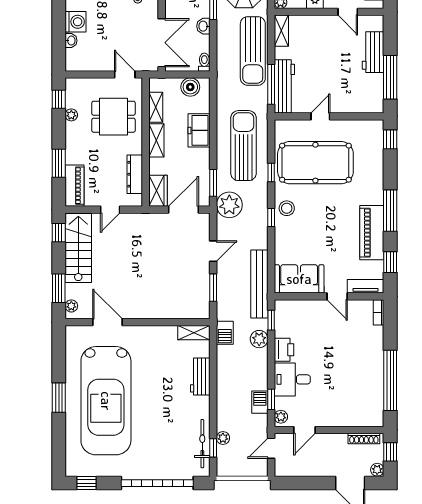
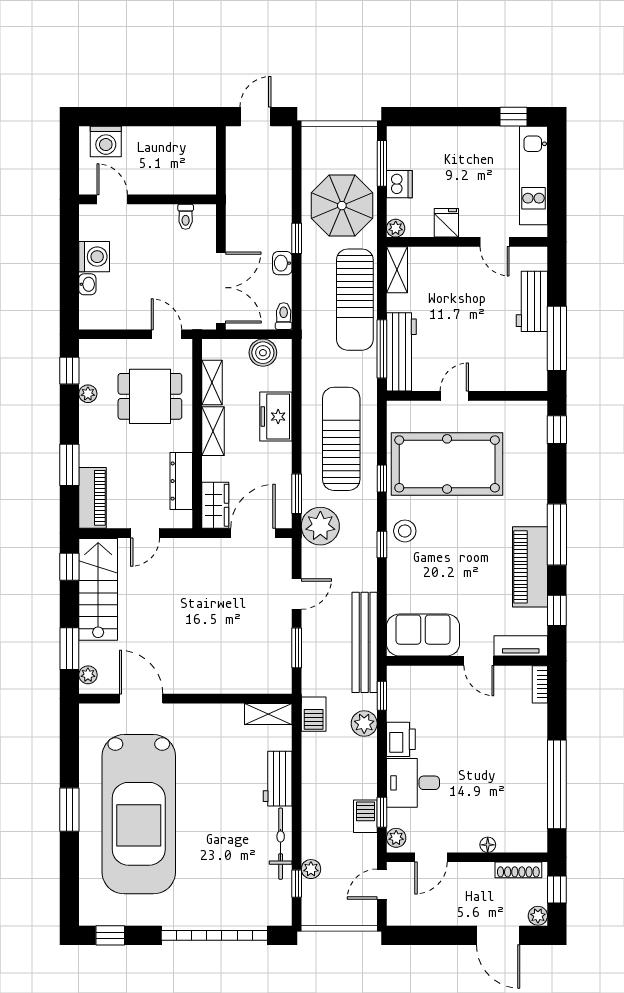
floor lamp: (343, 421) -> (488, 845), added
bicycle: (202, 444) -> (281, 844), moved

